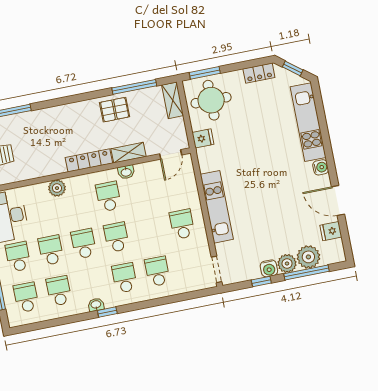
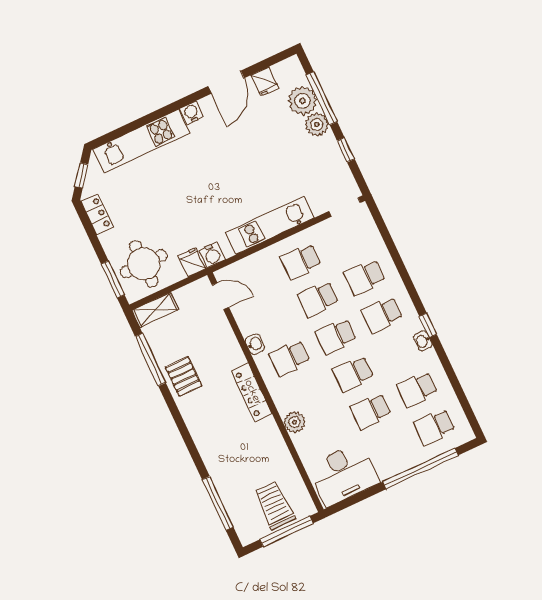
shelving: (129, 153) -> (231, 347), removed
school desk: (18, 257) -> (318, 299), moved
water cooler: (269, 268) -> (212, 255), moved, turned 90

